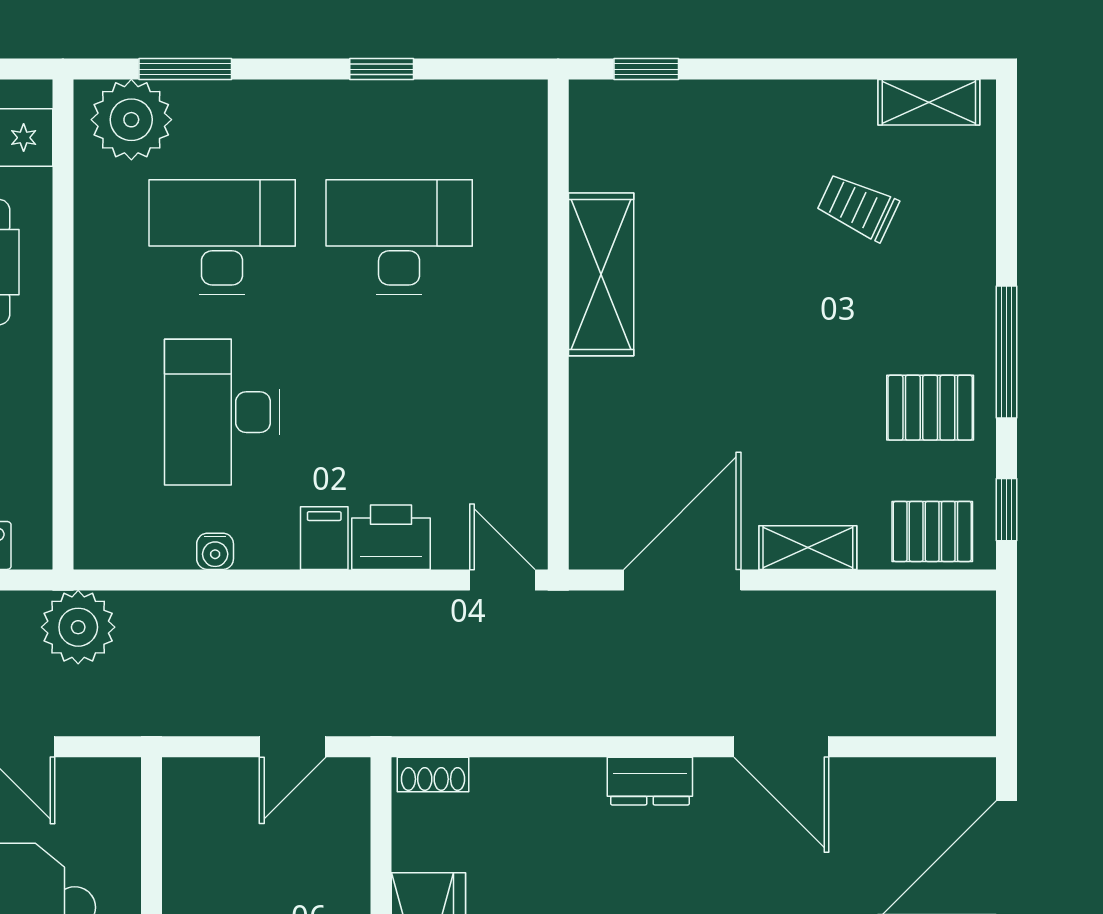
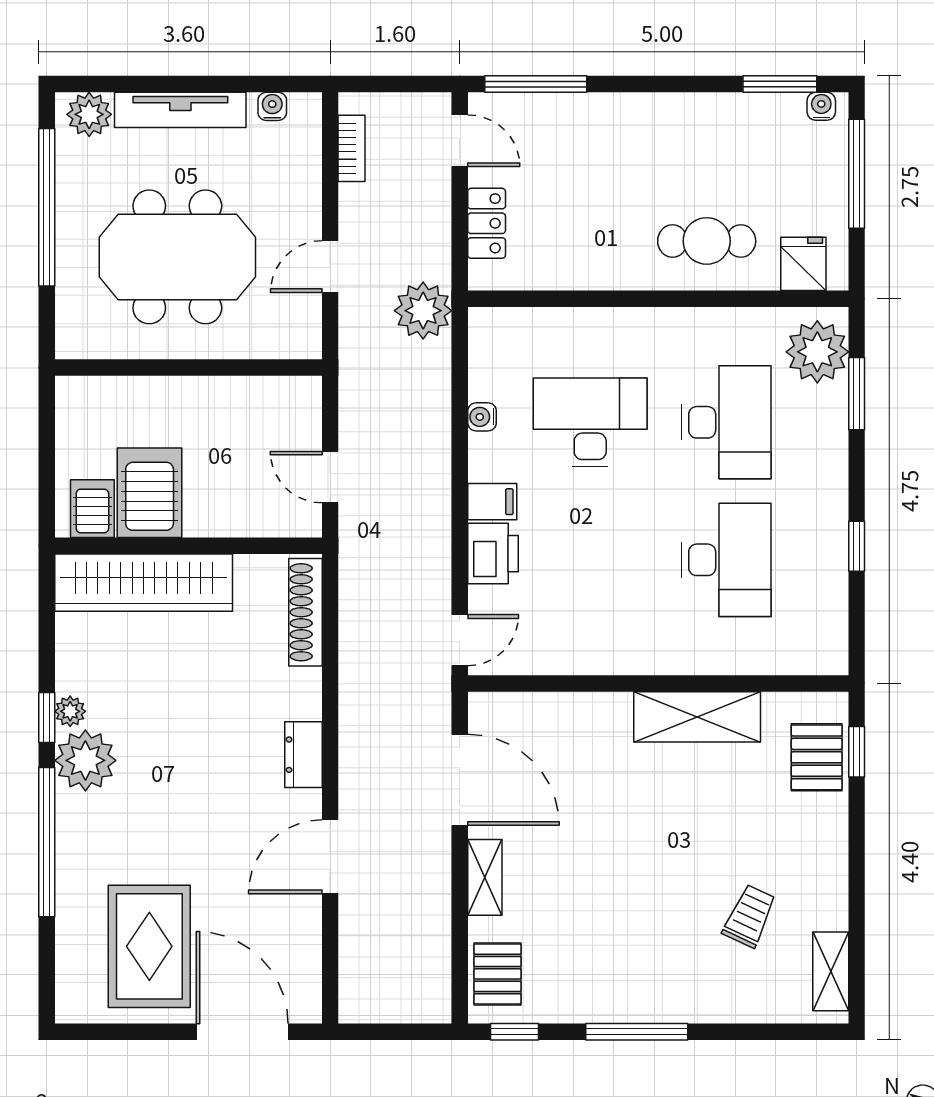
pallet: (930, 408) -> (817, 757), moved
shoe rack: (433, 775) -> (305, 612), width x1.94, depth x1.24

